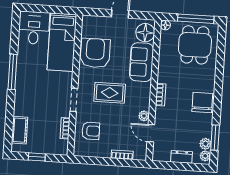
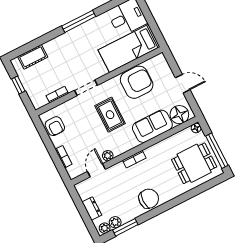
armchair: (91, 131) -> (55, 126), moved

